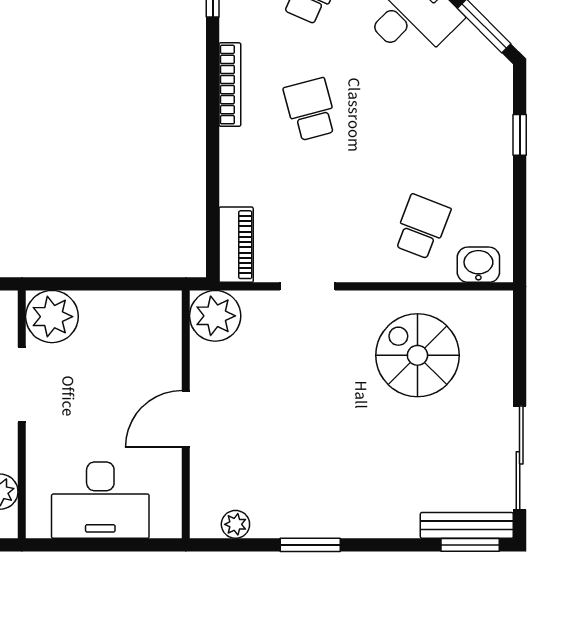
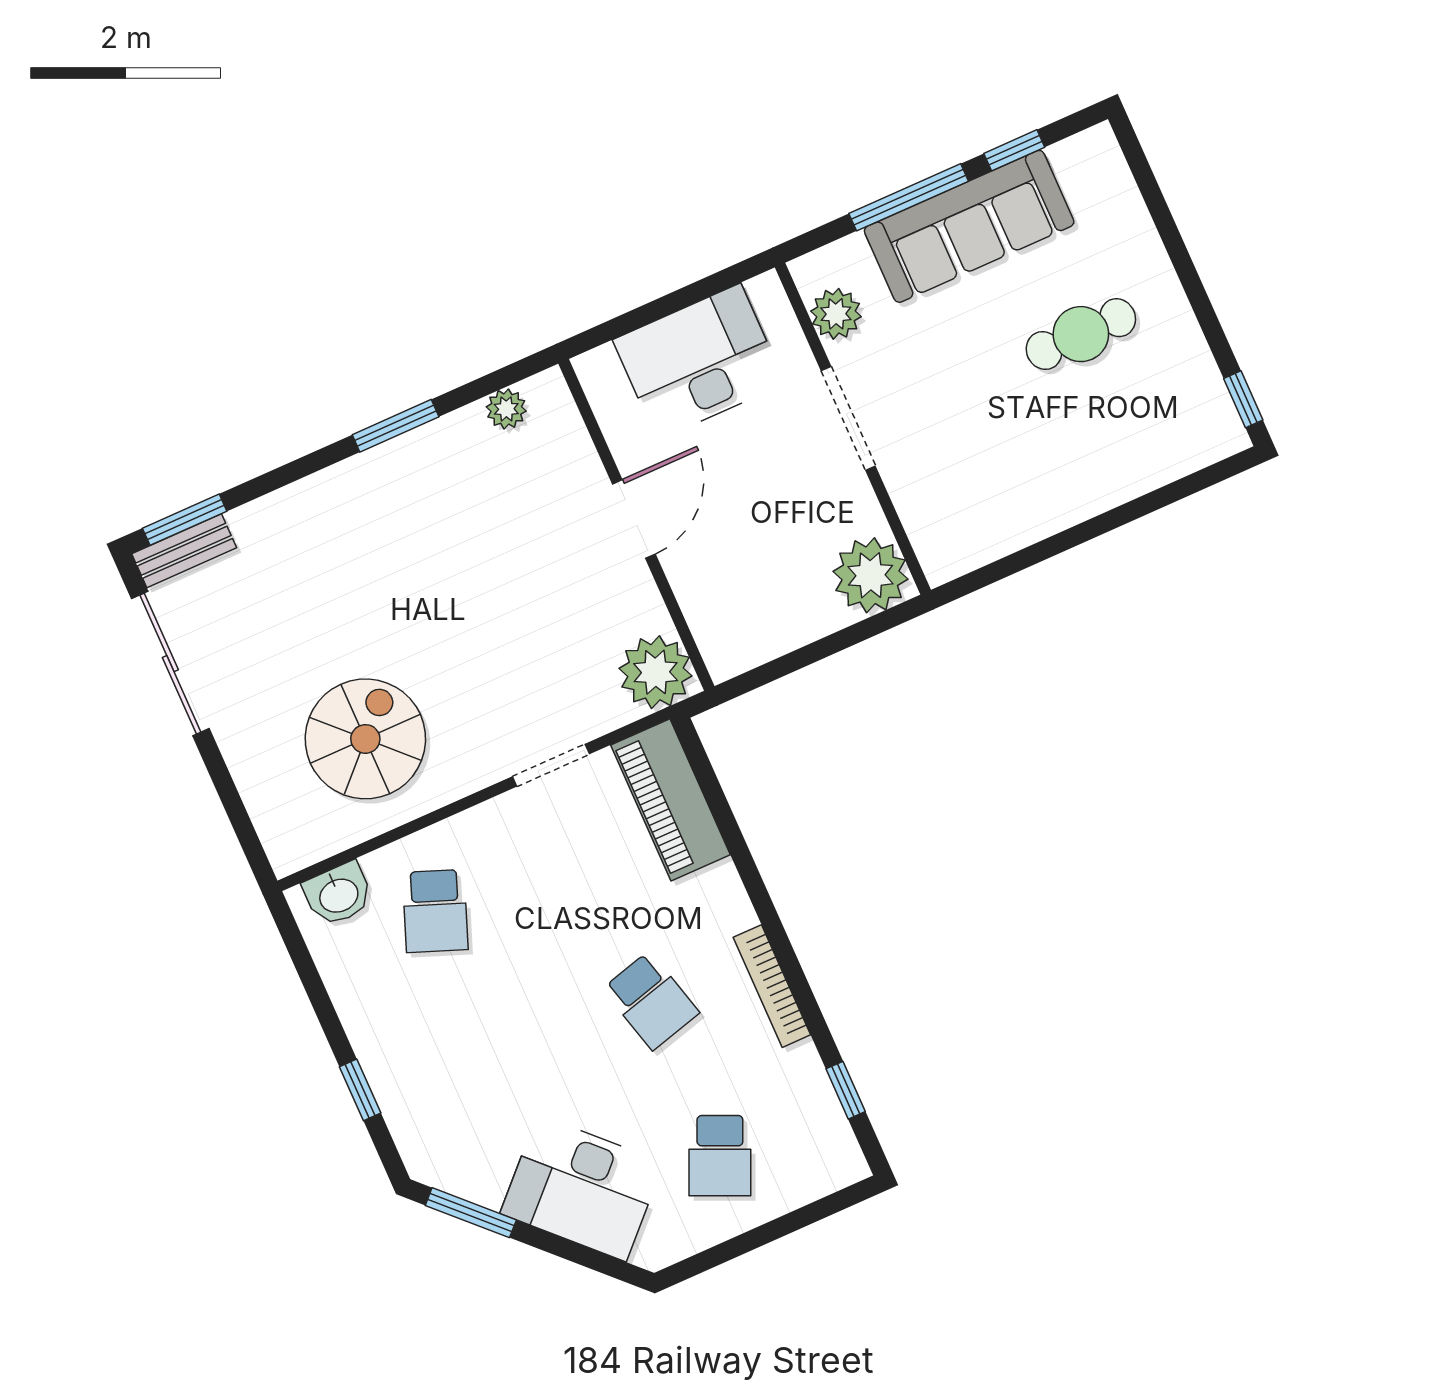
piano: (236, 245) -> (670, 800), width x1.37, depth x1.33
spiral stairs: (417, 355) -> (365, 739), turned -90
doorway: (22, 385) -> (848, 418), moved
bench: (467, 525) -> (184, 551), width x0.73

